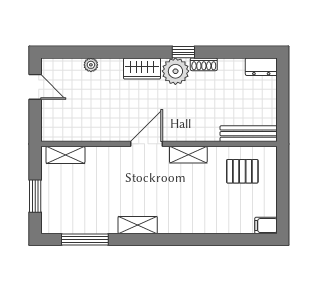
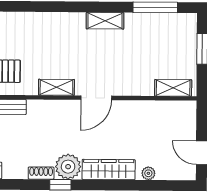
wardrobe: (142, 69) -> (109, 170), width x1.50

